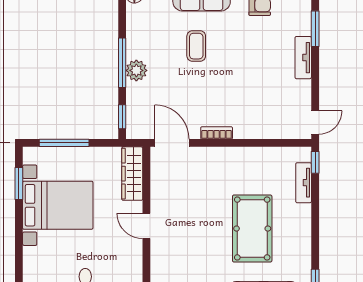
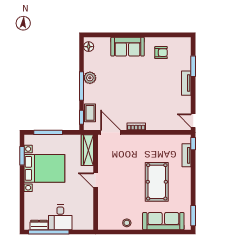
coffee table: (196, 46) -> (90, 113), moved
plant: (136, 70) -> (90, 78), moved
door: (315, 122) -> (193, 121), swing flipped

